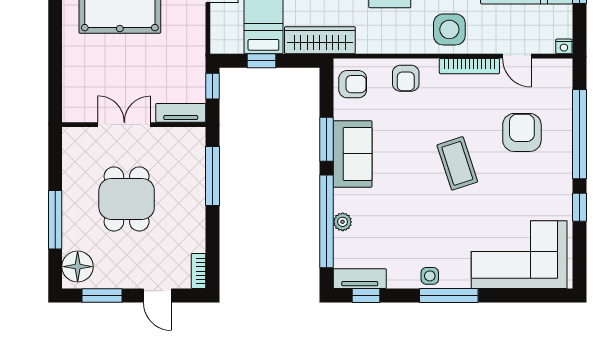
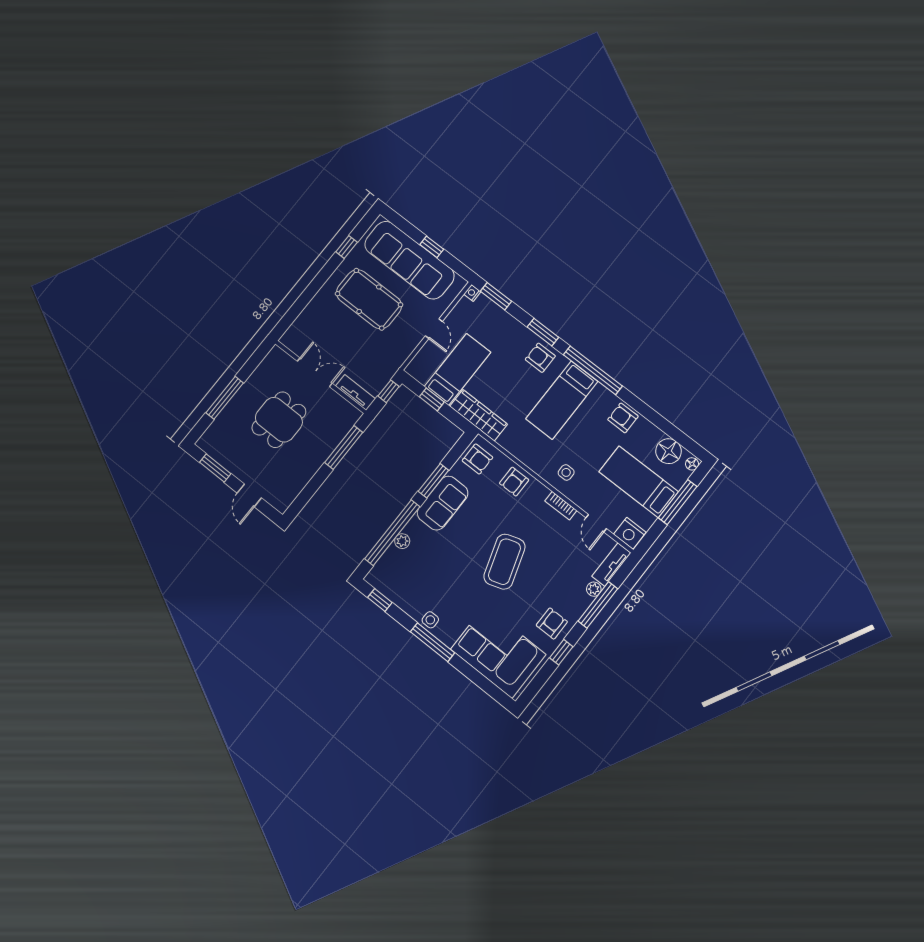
side table: (449, 29) -> (566, 472), width x0.54, depth x0.54
nightstand: (564, 46) -> (630, 533), width x1.89, depth x1.79
bookcase: (469, 66) -> (561, 506), width x0.64
plant: (564, 122) -> (594, 589), added
armchair: (522, 132) -> (552, 623), moved, width x0.72, depth x0.72
window: (580, 134) -> (598, 605), width x0.68
coffee table: (457, 163) -> (504, 562), width x1.36, depth x1.32
floor lamp: (78, 267) -> (215, 438), removed
bookcase: (199, 271) -> (287, 500), removed
tv unit: (360, 279) -> (611, 565), moved, turned -90

